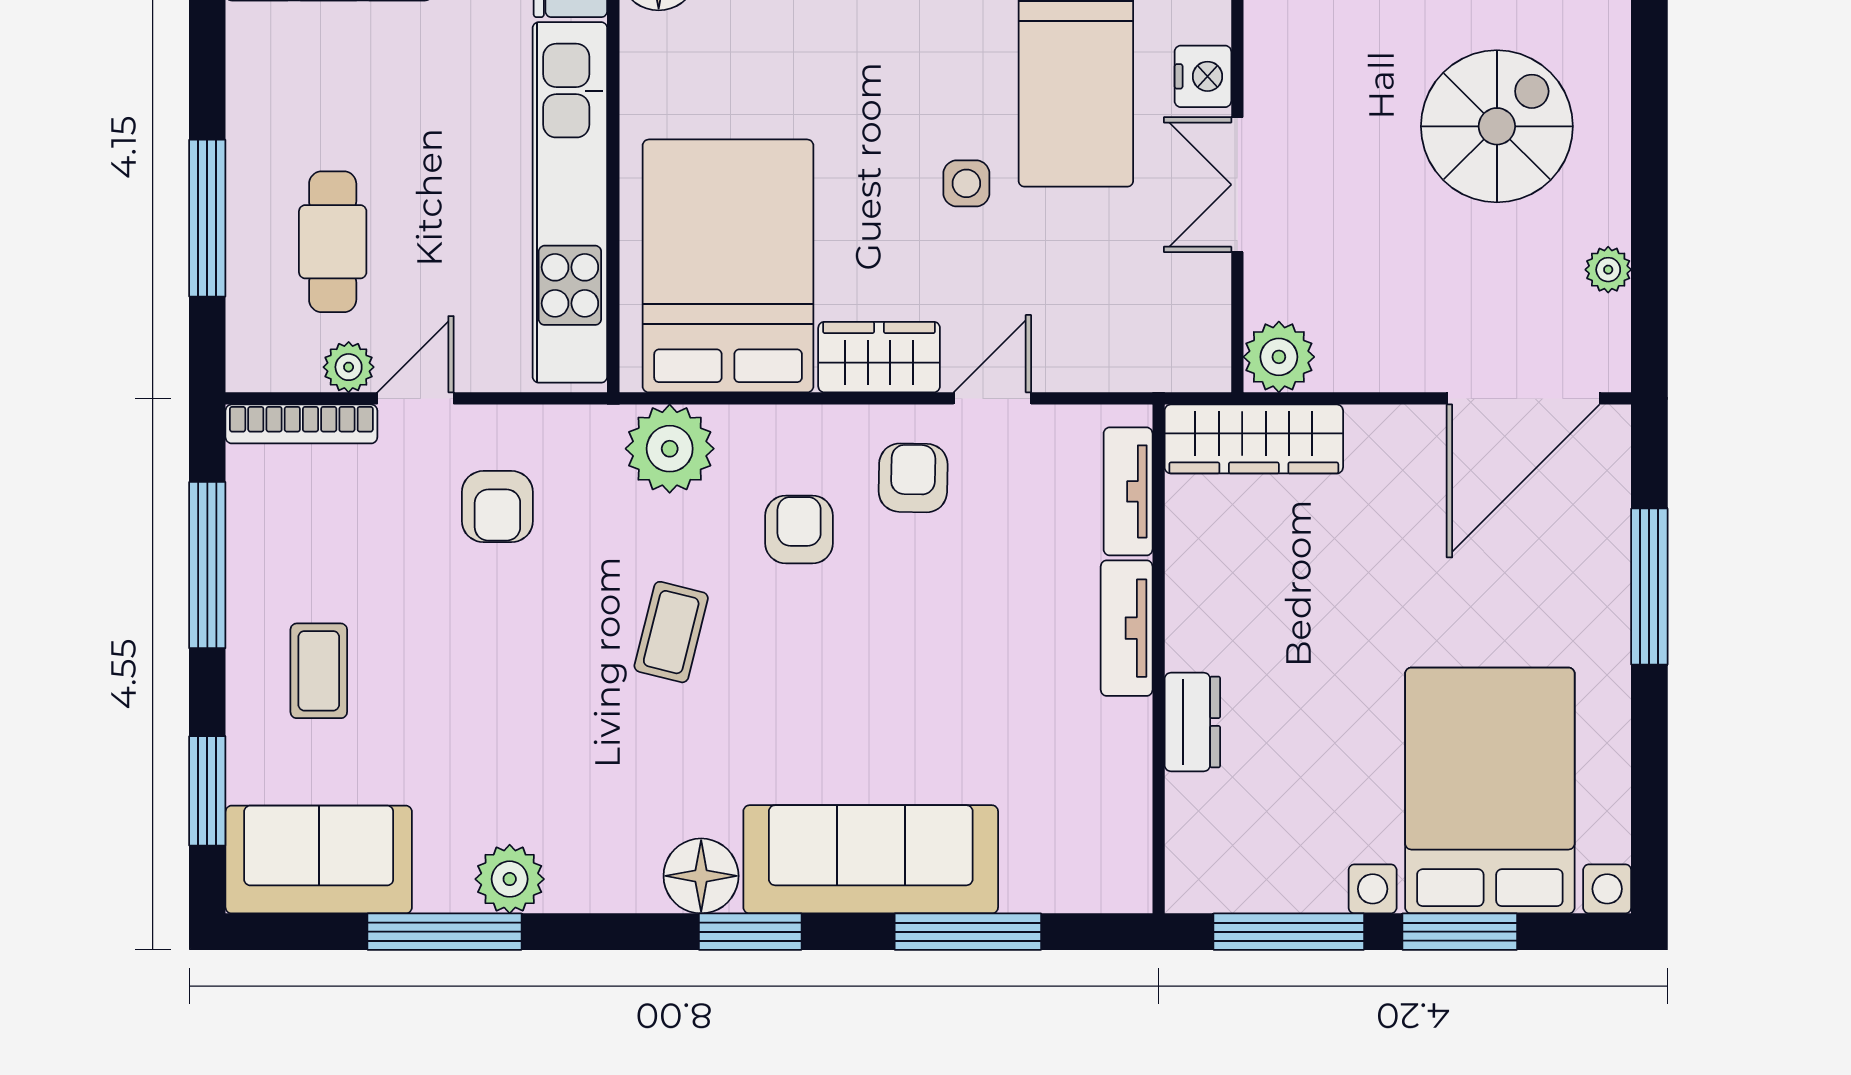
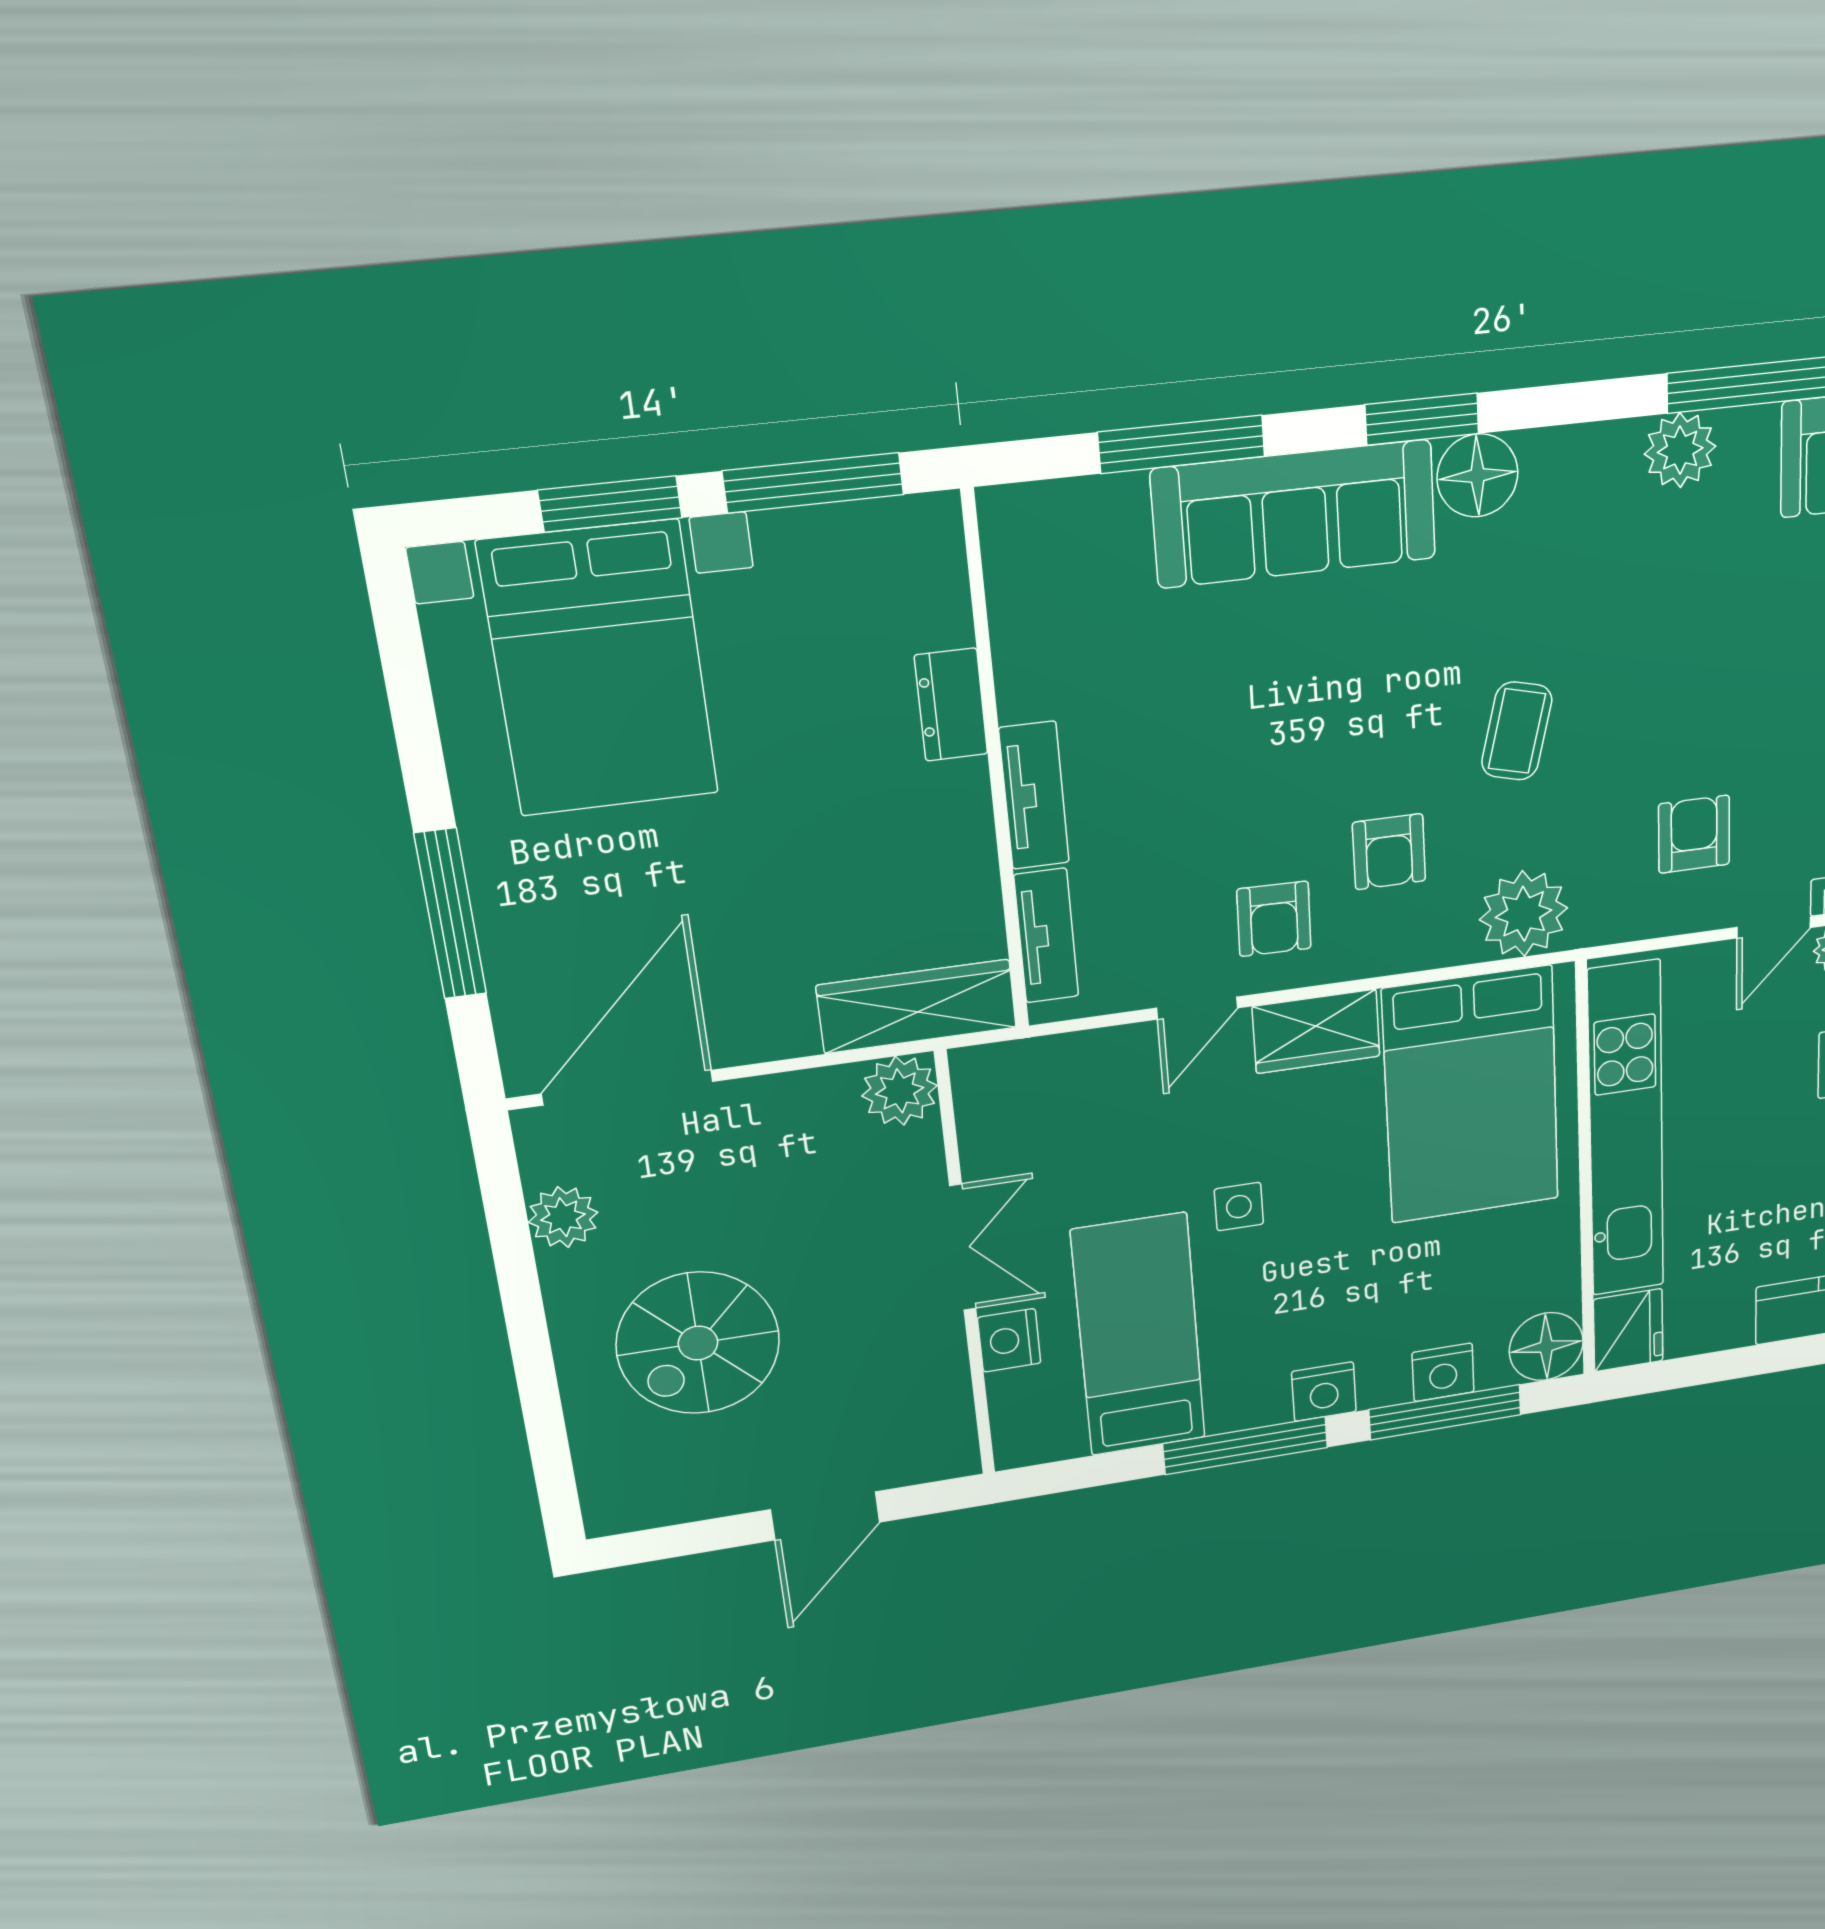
plant: (1608, 270) -> (563, 1217), width x1.38, depth x1.38

